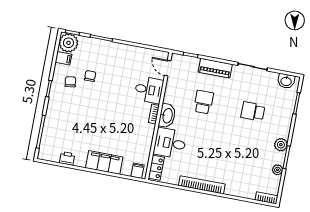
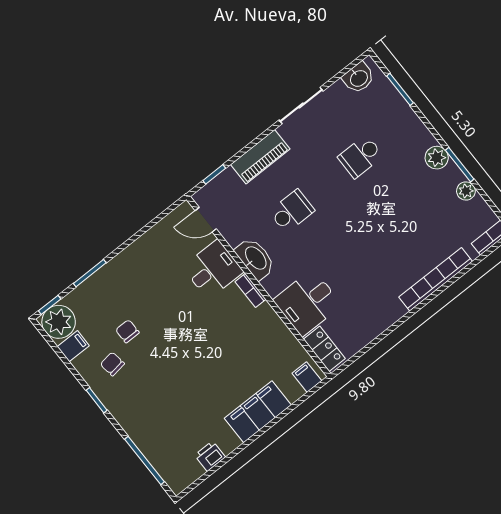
school desk: (204, 102) -> (292, 211), turned 90
washbasin: (167, 116) -> (255, 258), moved
bookcase: (202, 185) -> (436, 279), moved

